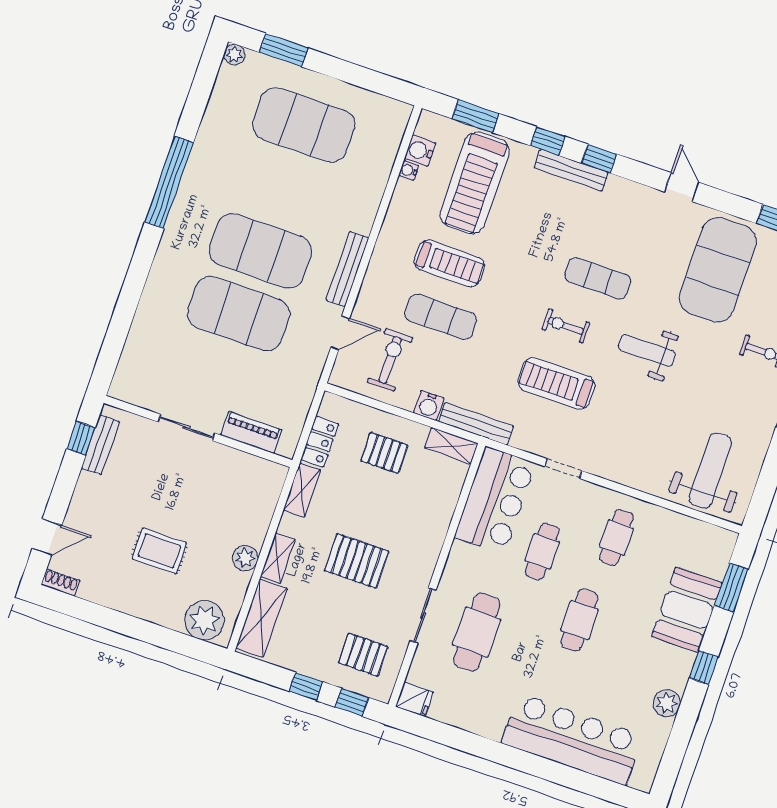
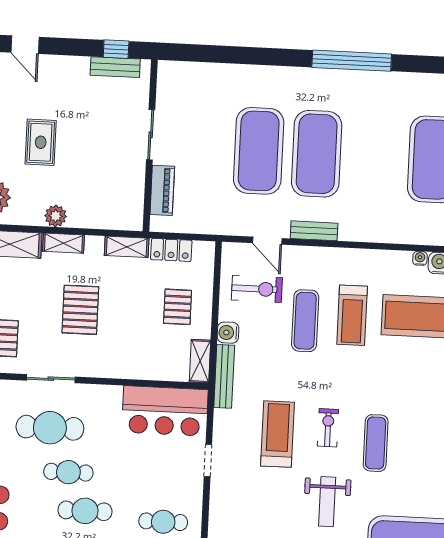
bench: (347, 269) -> (314, 231), width x0.73
weight bench: (647, 351) -> (327, 502), turned 180
cafe table: (542, 551) -> (68, 472), moved

